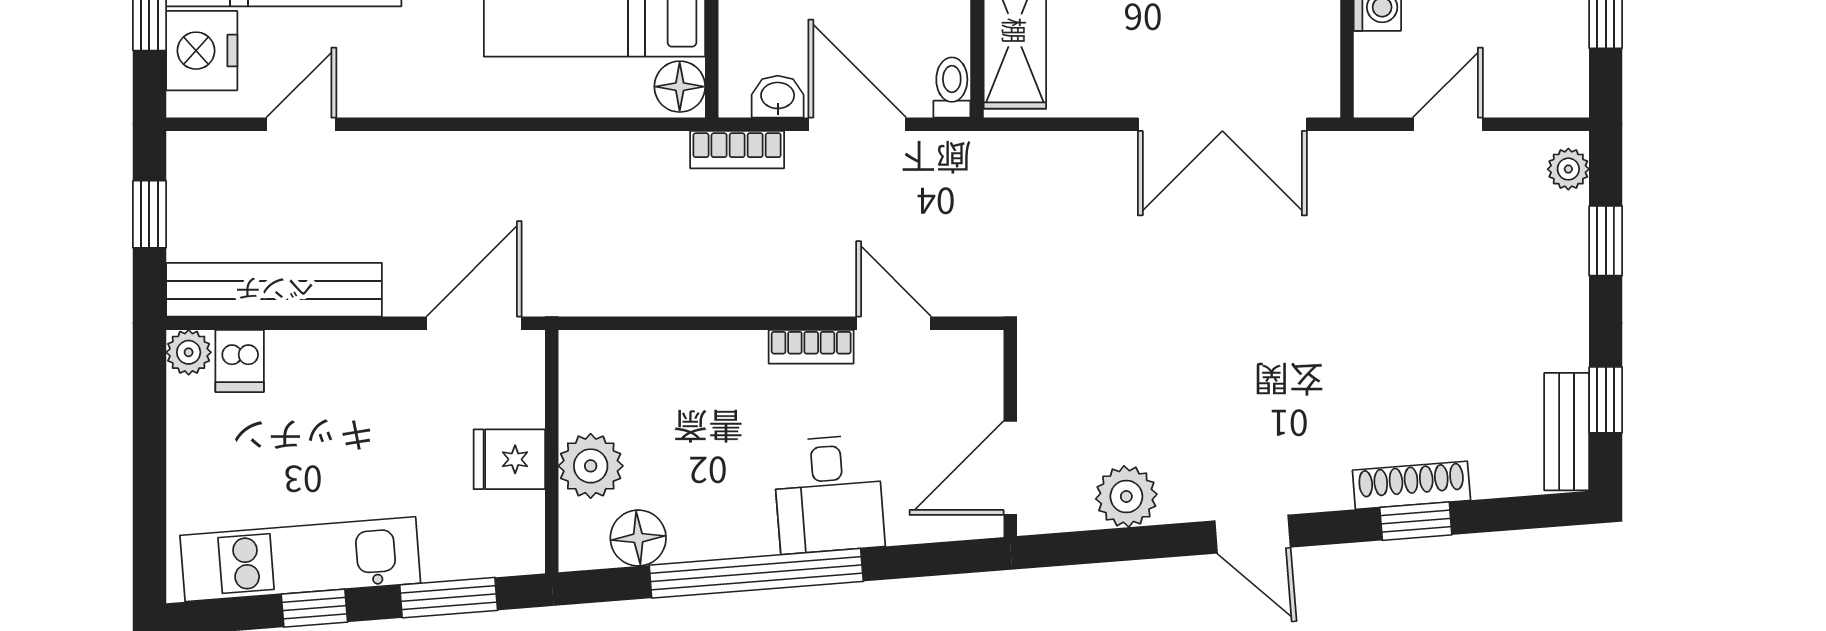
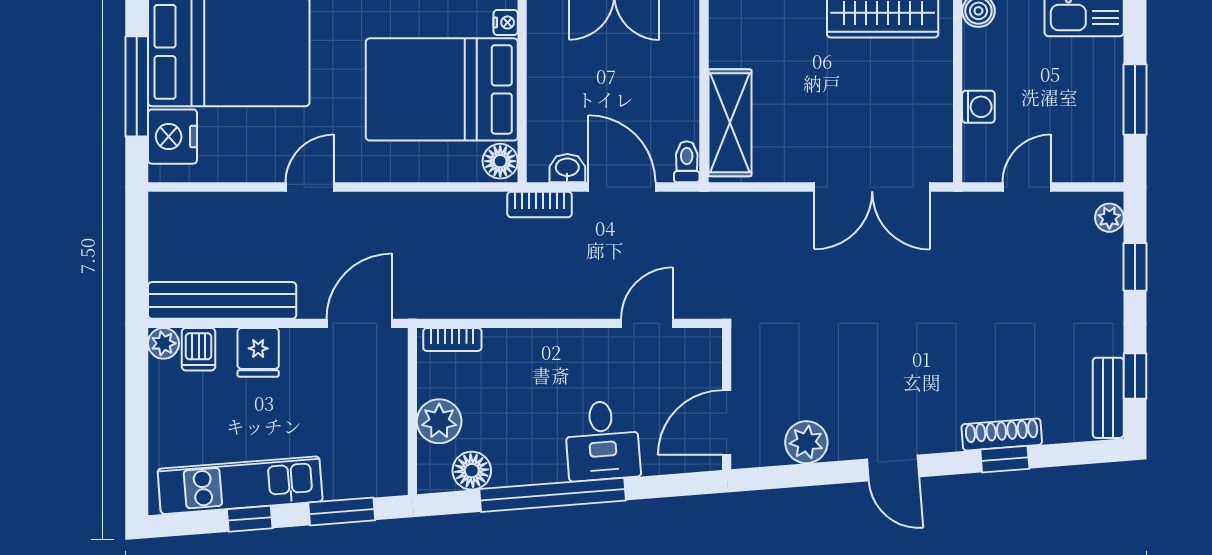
door: (301, 124) -> (310, 187), moved
window: (149, 214) -> (137, 249), removed
door: (894, 323) -> (647, 323), hinge flipped
bookcase: (811, 347) -> (452, 340), moved
fridge: (509, 459) -> (258, 352), moved, turned -90

